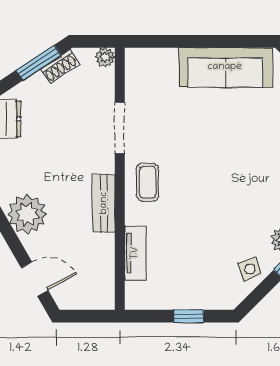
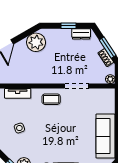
bench: (104, 203) -> (41, 78), removed
side table: (250, 269) -> (19, 128), moved

